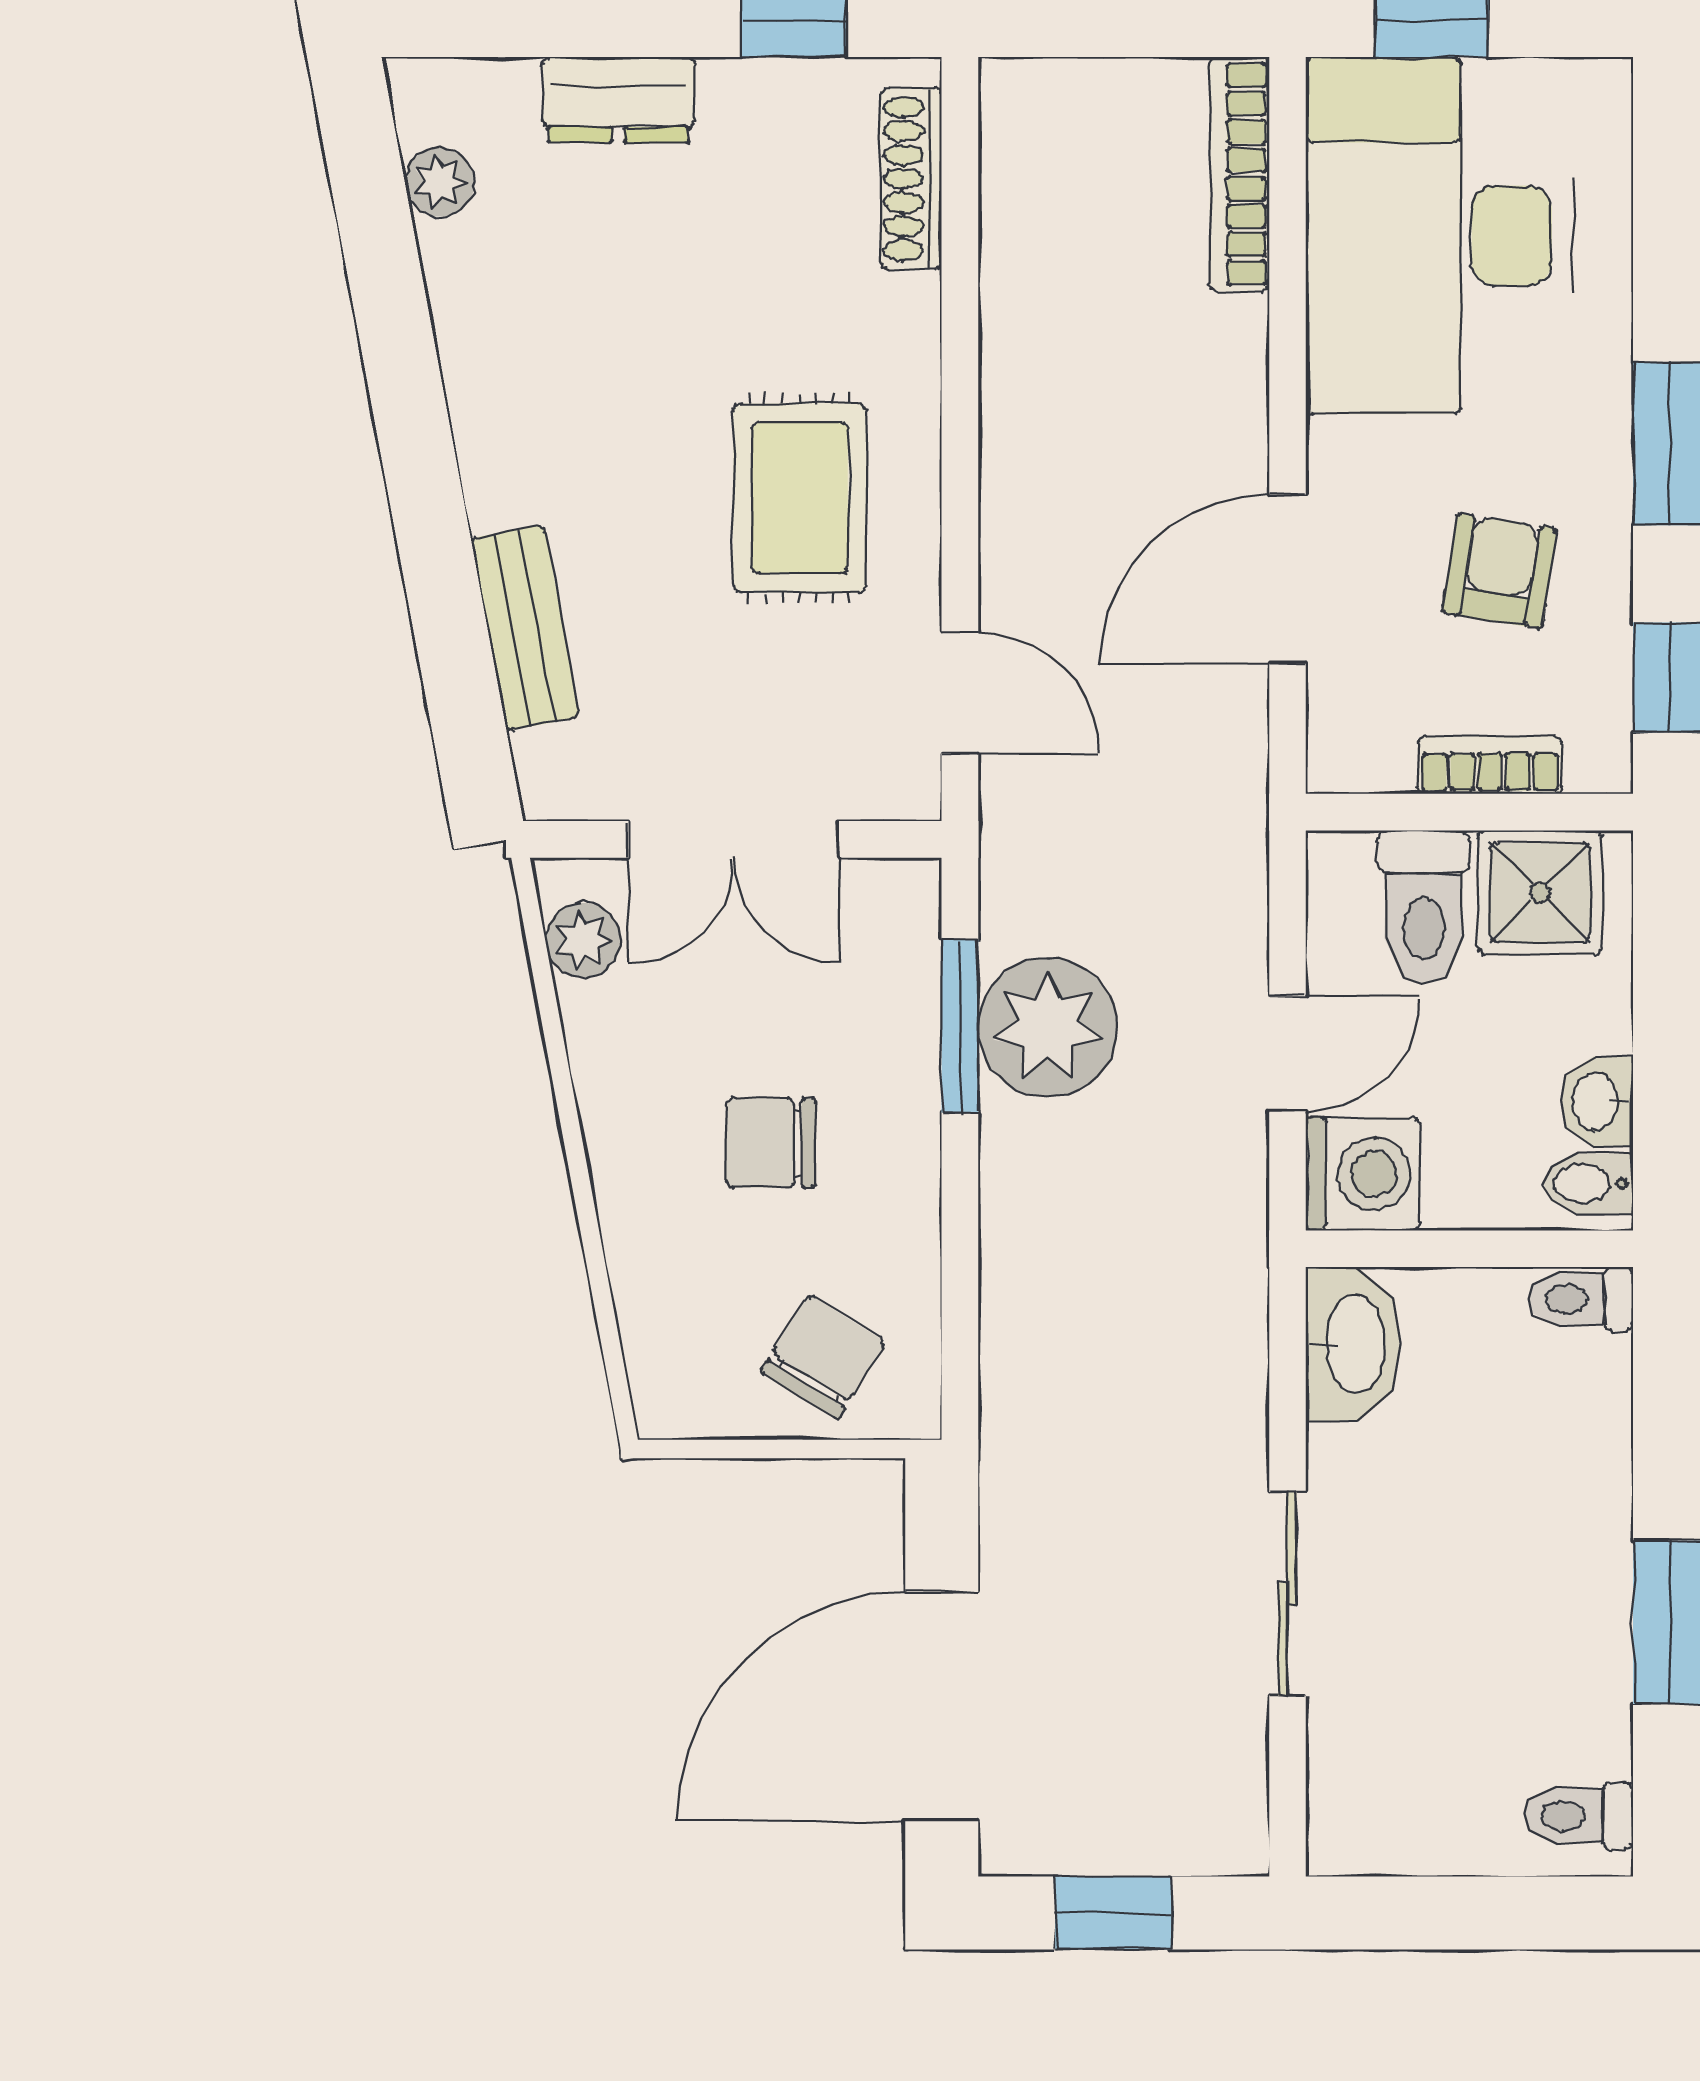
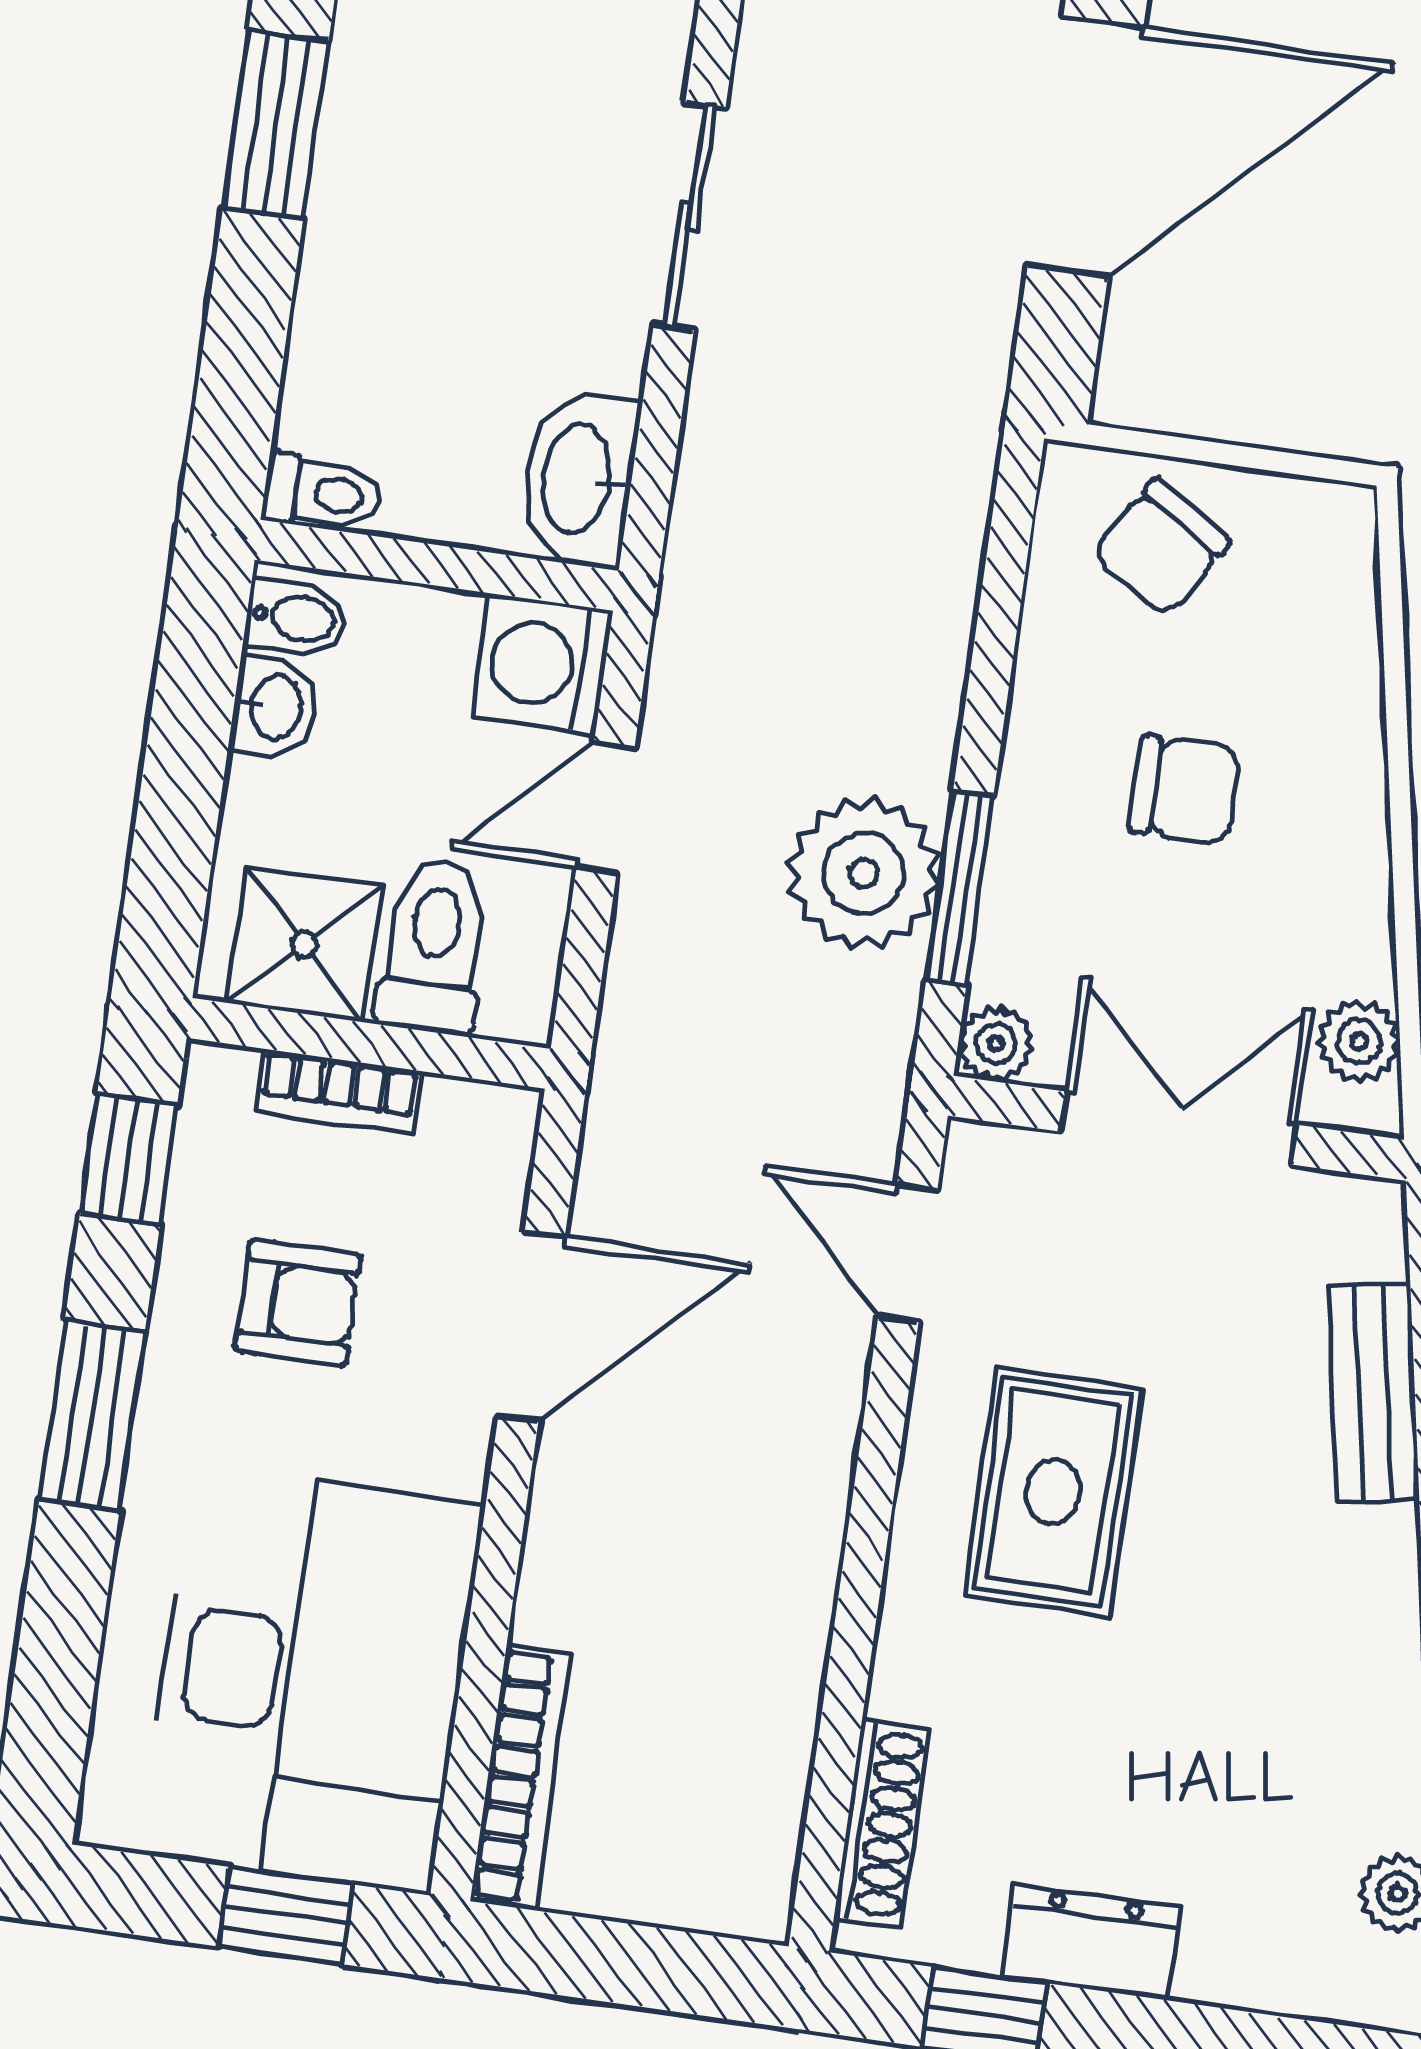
dresser: (618, 100) -> (1091, 1942), moved
armchair: (1500, 571) -> (298, 1303), turned -99
plant: (908, 892) -> (996, 1044), added

